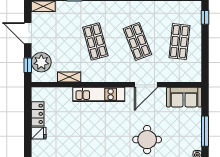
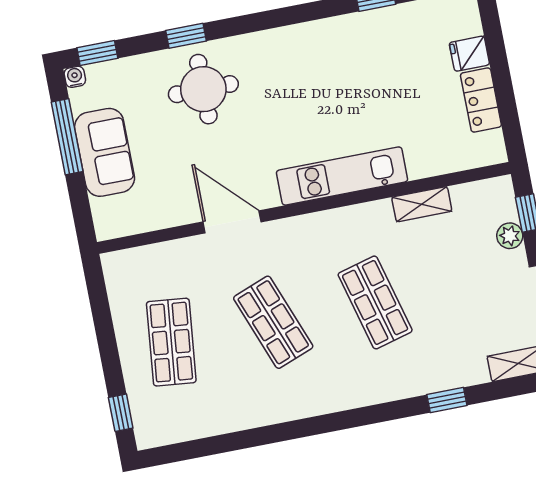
plant: (41, 62) -> (510, 236), width x0.53, depth x0.53
door: (146, 85) -> (232, 222), hinge flipped
sofa: (184, 97) -> (105, 152), moved, turned 90

